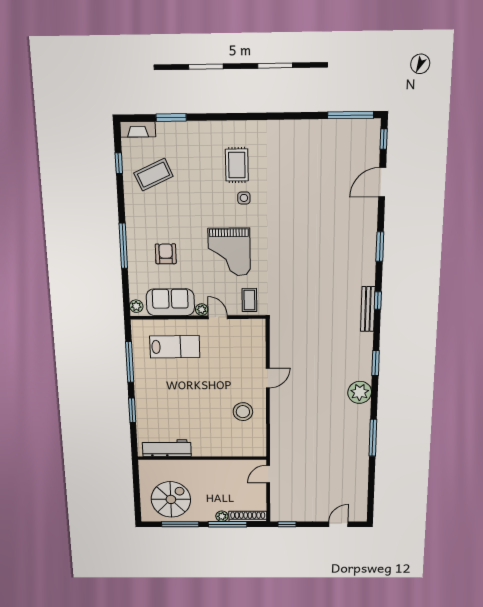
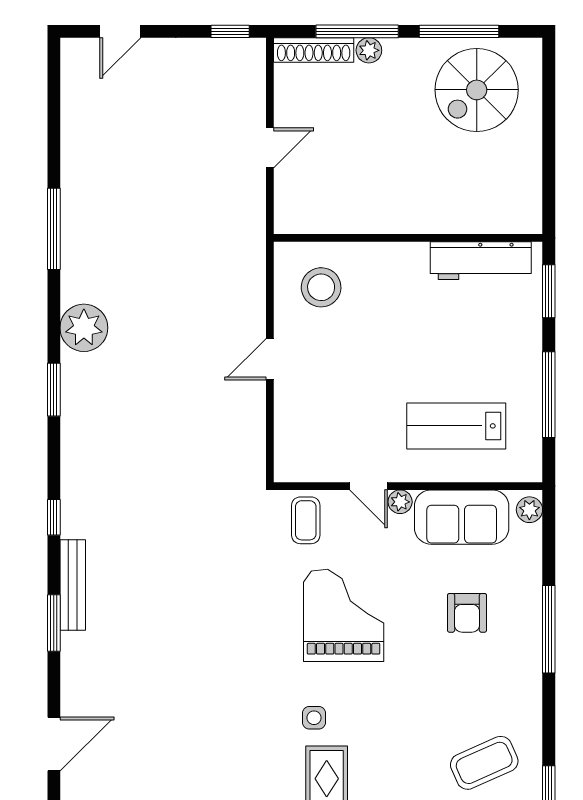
bench: (368, 309) -> (73, 585), moved
workbench: (167, 448) -> (481, 261), moved
wall: (202, 458) -> (408, 238), moved

